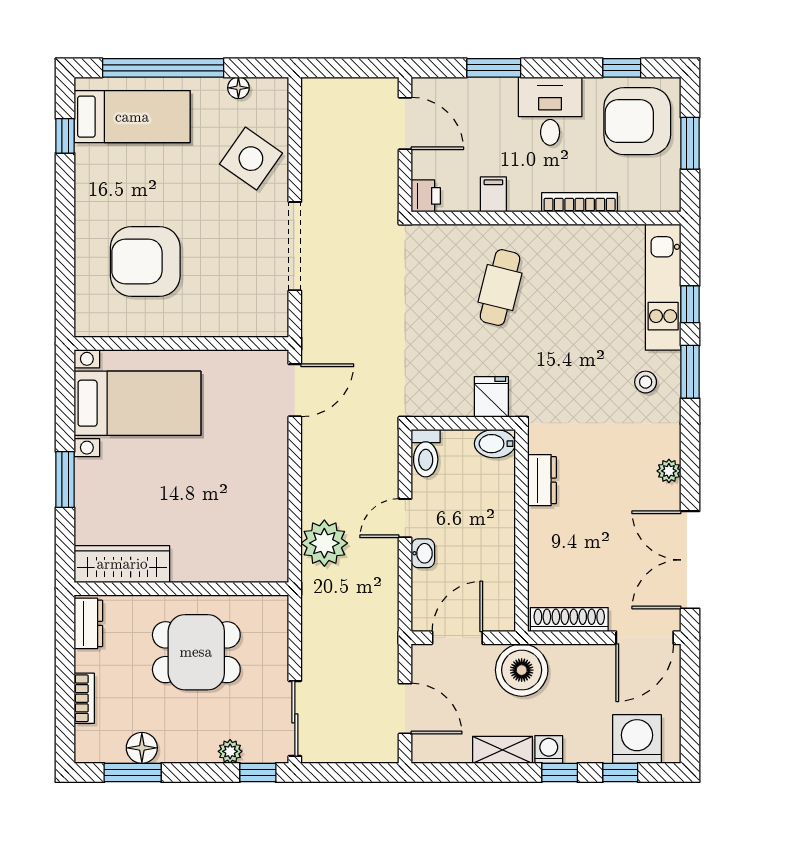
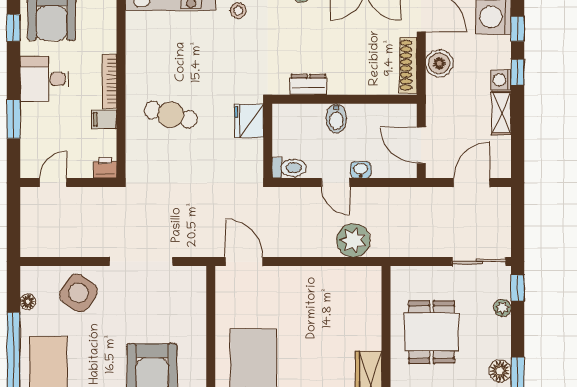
door: (405, 123) -> (53, 183), width x0.73
bookcase: (580, 202) -> (110, 81), moved
fridge: (491, 397) -> (249, 121), width x1.38
bidet: (495, 444) -> (336, 118), moved
boiler: (522, 670) -> (439, 63), moved, width x0.73, depth x0.73

